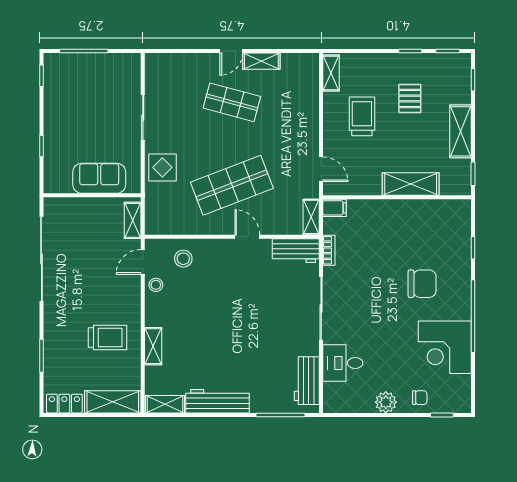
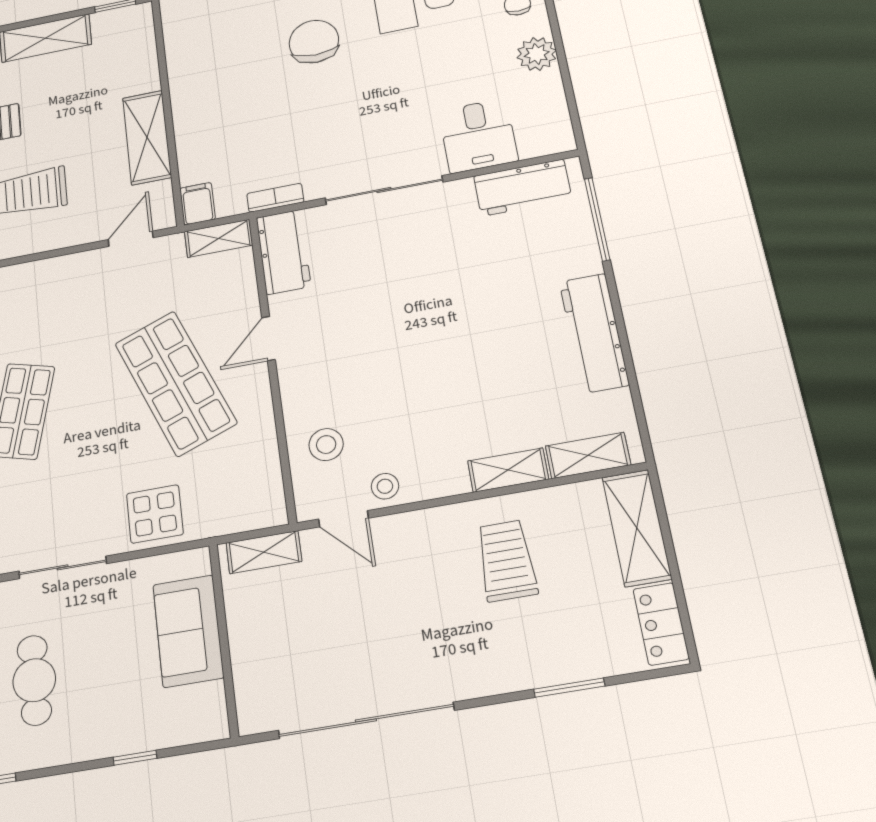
cafe table: (87, 99) -> (34, 680), added
shelving: (411, 184) -> (147, 137), moved
shelving: (165, 404) -> (588, 455), moved, turned 90

